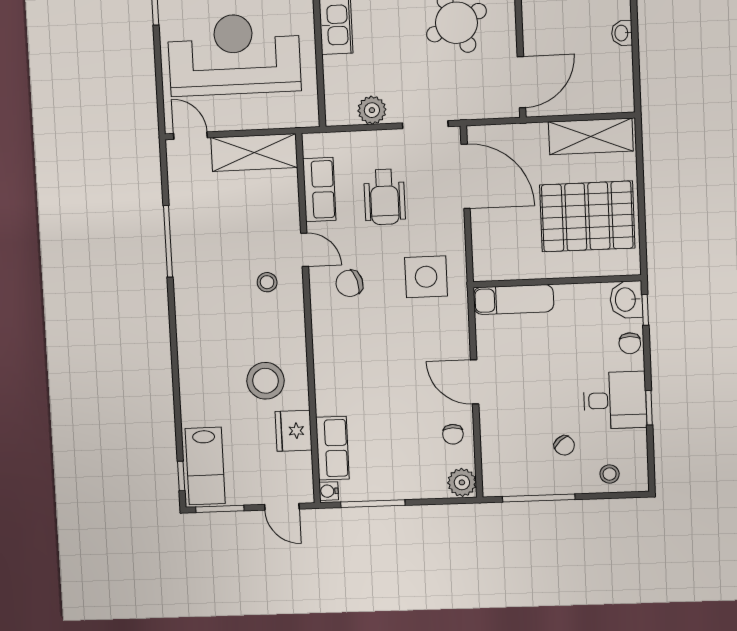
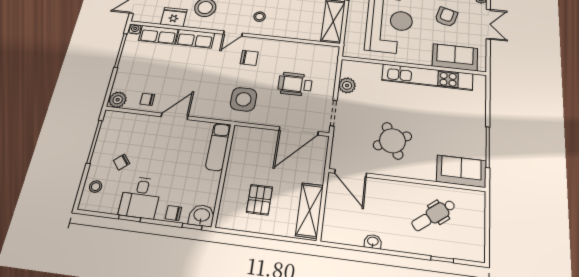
row of seats: (319, 190) -> (195, 39), moved
pallet: (587, 216) -> (259, 200), width x0.49, depth x0.50
door: (305, 250) -> (233, 34), moved
chair: (349, 283) -> (249, 58), turned 107

